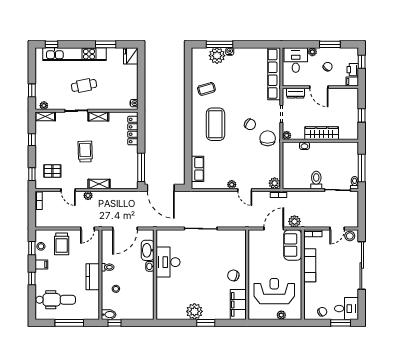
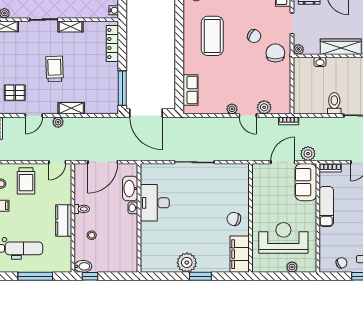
plant: (275, 183) -> (264, 107), moved
door: (68, 190) -> (34, 116), hinge flipped

